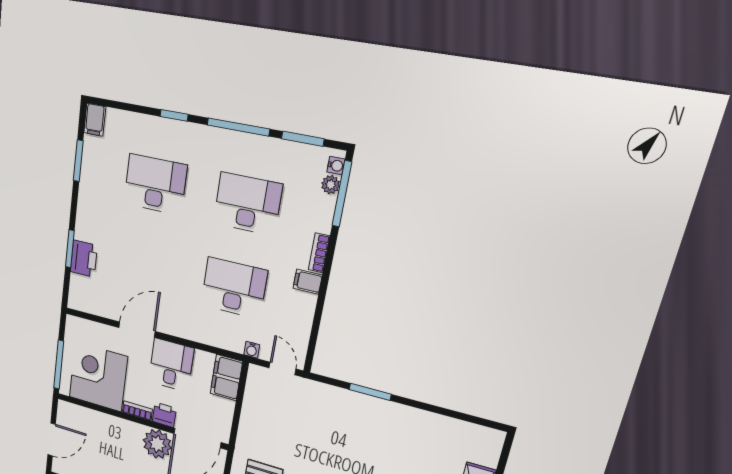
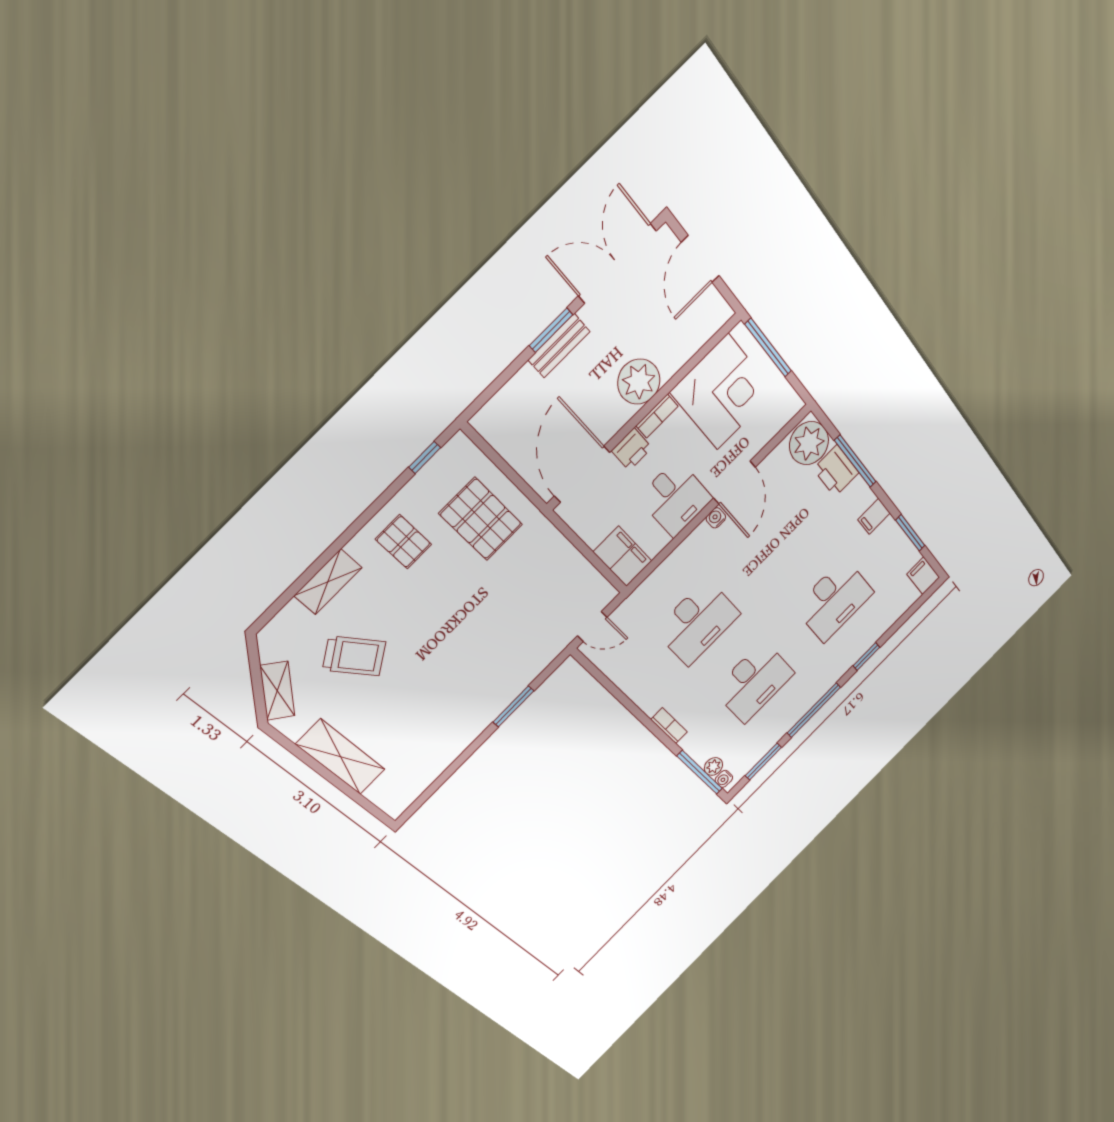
window: (70, 249) -> (855, 461), width x1.44
filing cabinet: (308, 282) -> (874, 516), moved, turned 180
plant: (83, 293) -> (809, 443), added
water cooler: (252, 350) -> (716, 518), moved
plant: (157, 444) -> (639, 382), moved

